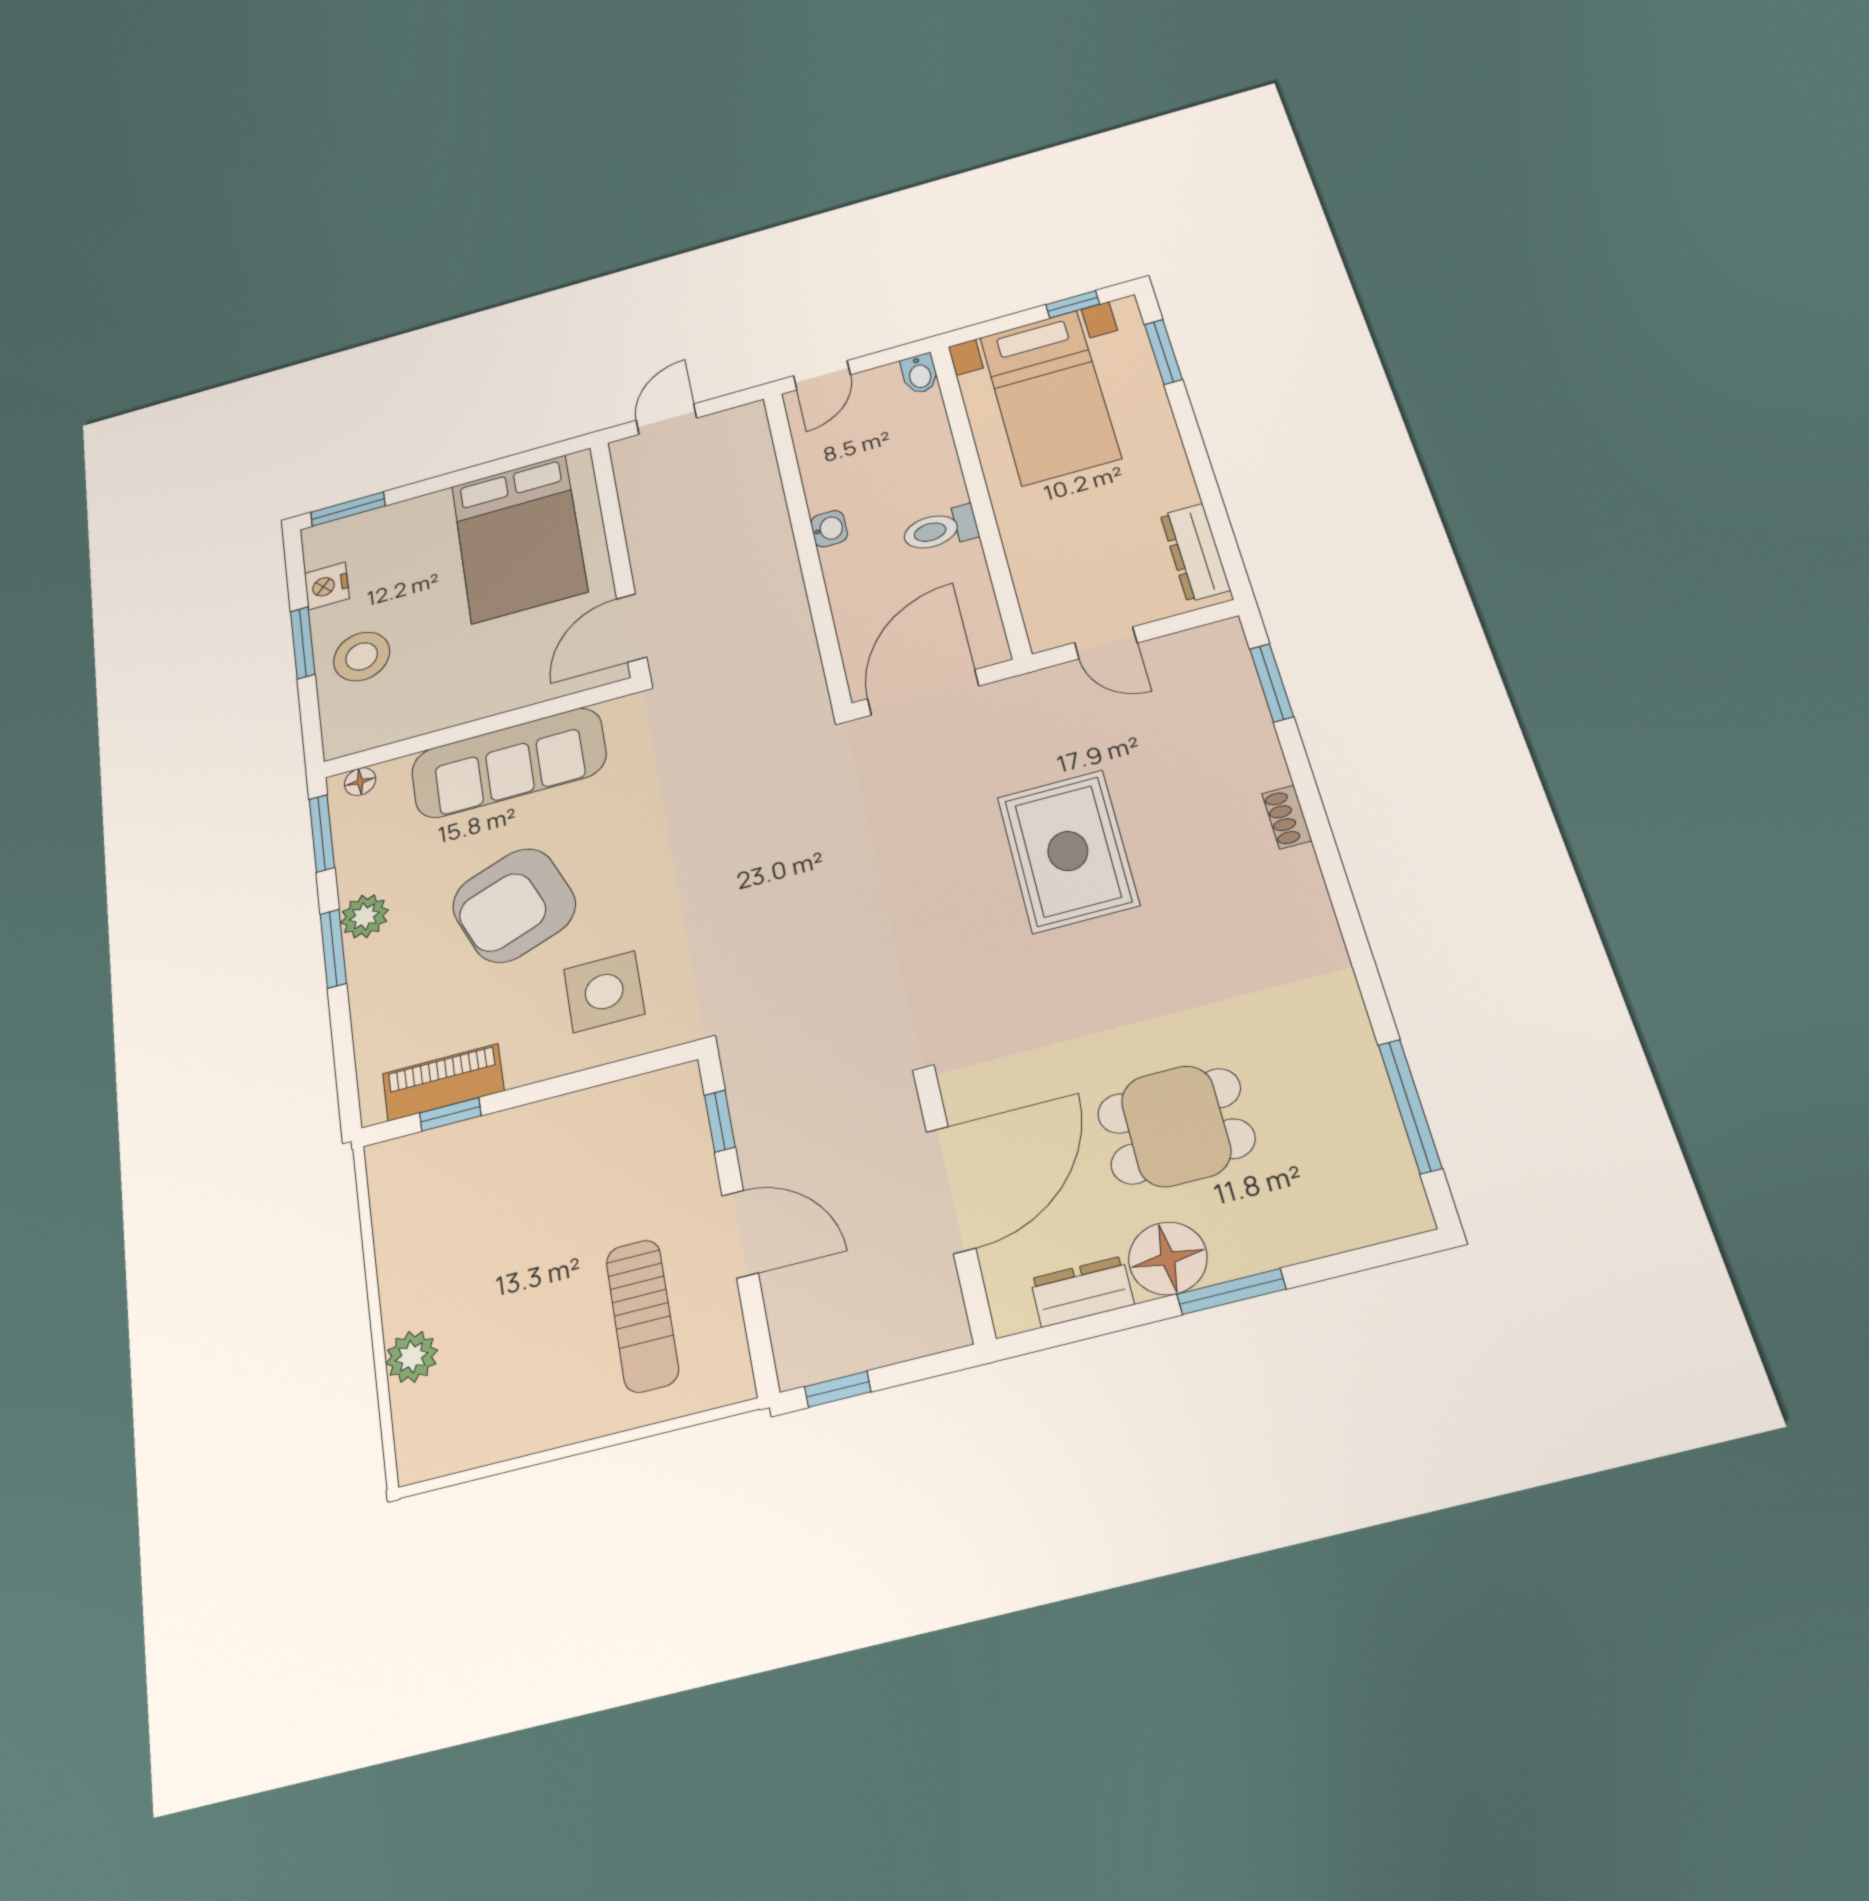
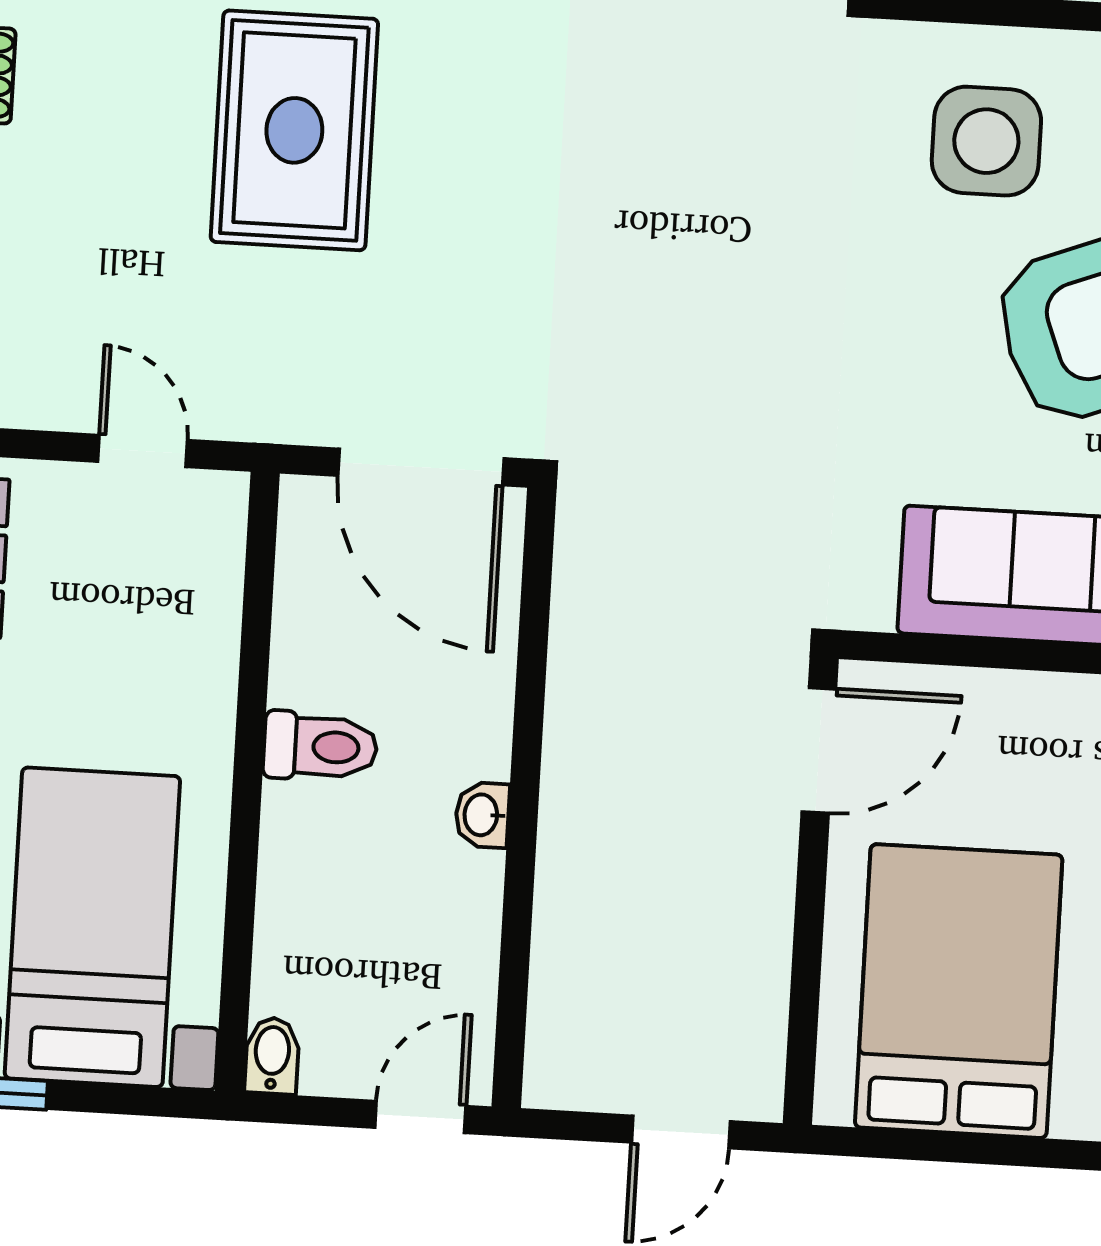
door: (923, 692) -> (421, 467), hinge flipped

